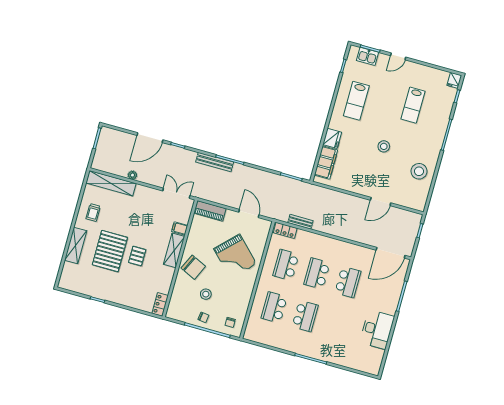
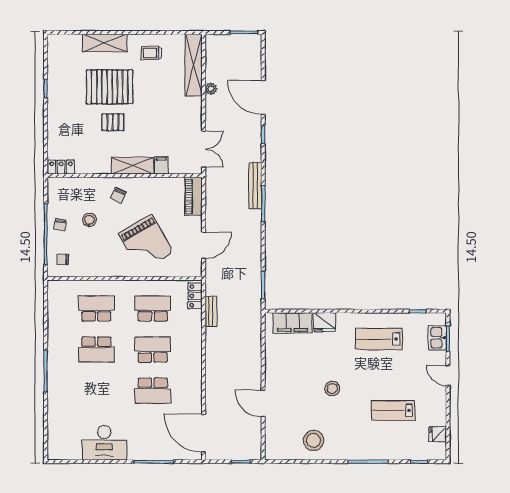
fridge: (454, 80) -> (438, 434), moved
grand piano: (235, 256) -> (146, 243), turned -75
chair: (193, 267) -> (118, 195), width x0.54, depth x0.54

